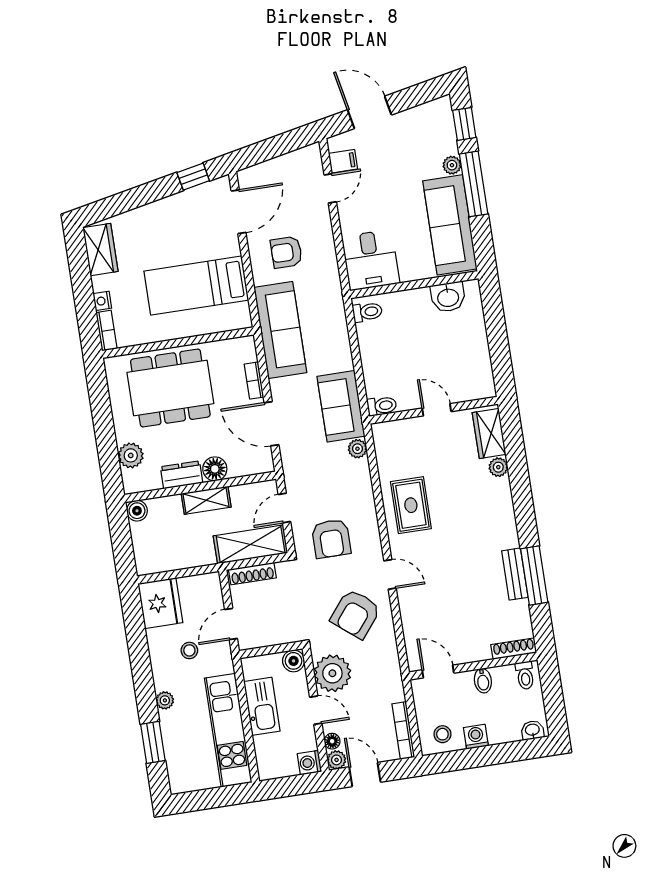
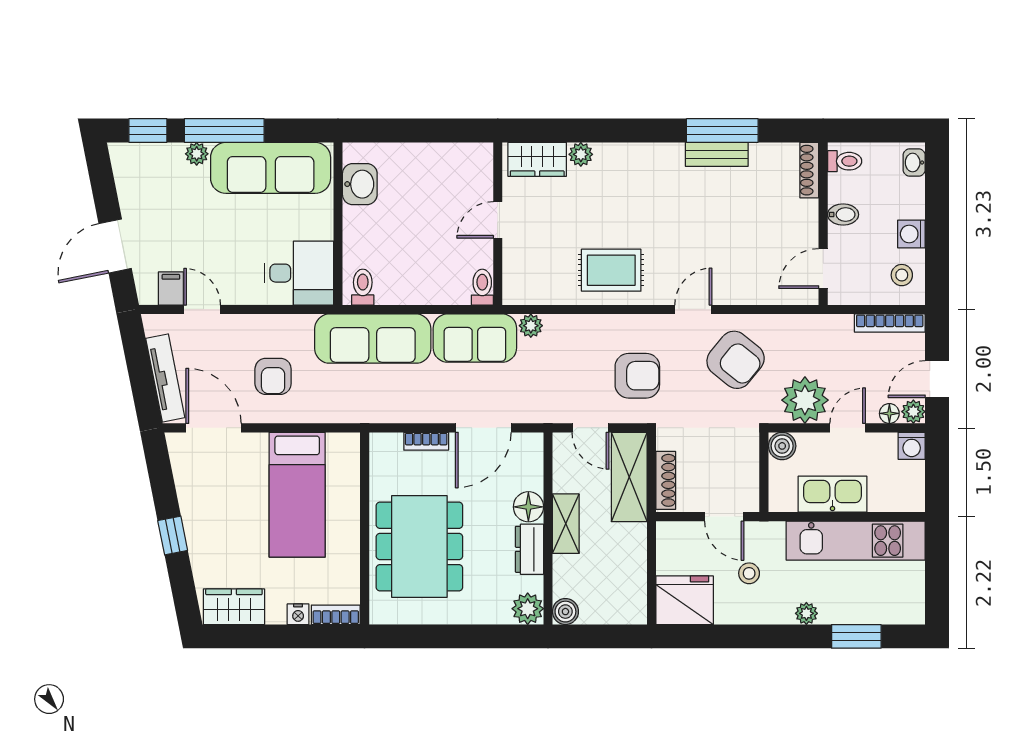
tv unit: (272, 168) -> (165, 378), added
window: (193, 177) -> (173, 535), moved
sofa: (280, 330) -> (373, 339), moved, turned 180
plant: (131, 455) -> (528, 609), moved

